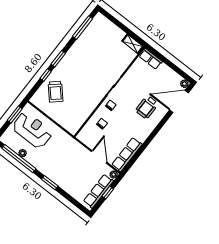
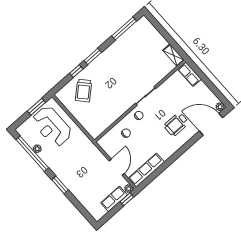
reception desk: (32, 130) -> (52, 126), turned 180
row of seats: (98, 191) -> (114, 199), width x0.68
window: (108, 193) -> (127, 199), moved

